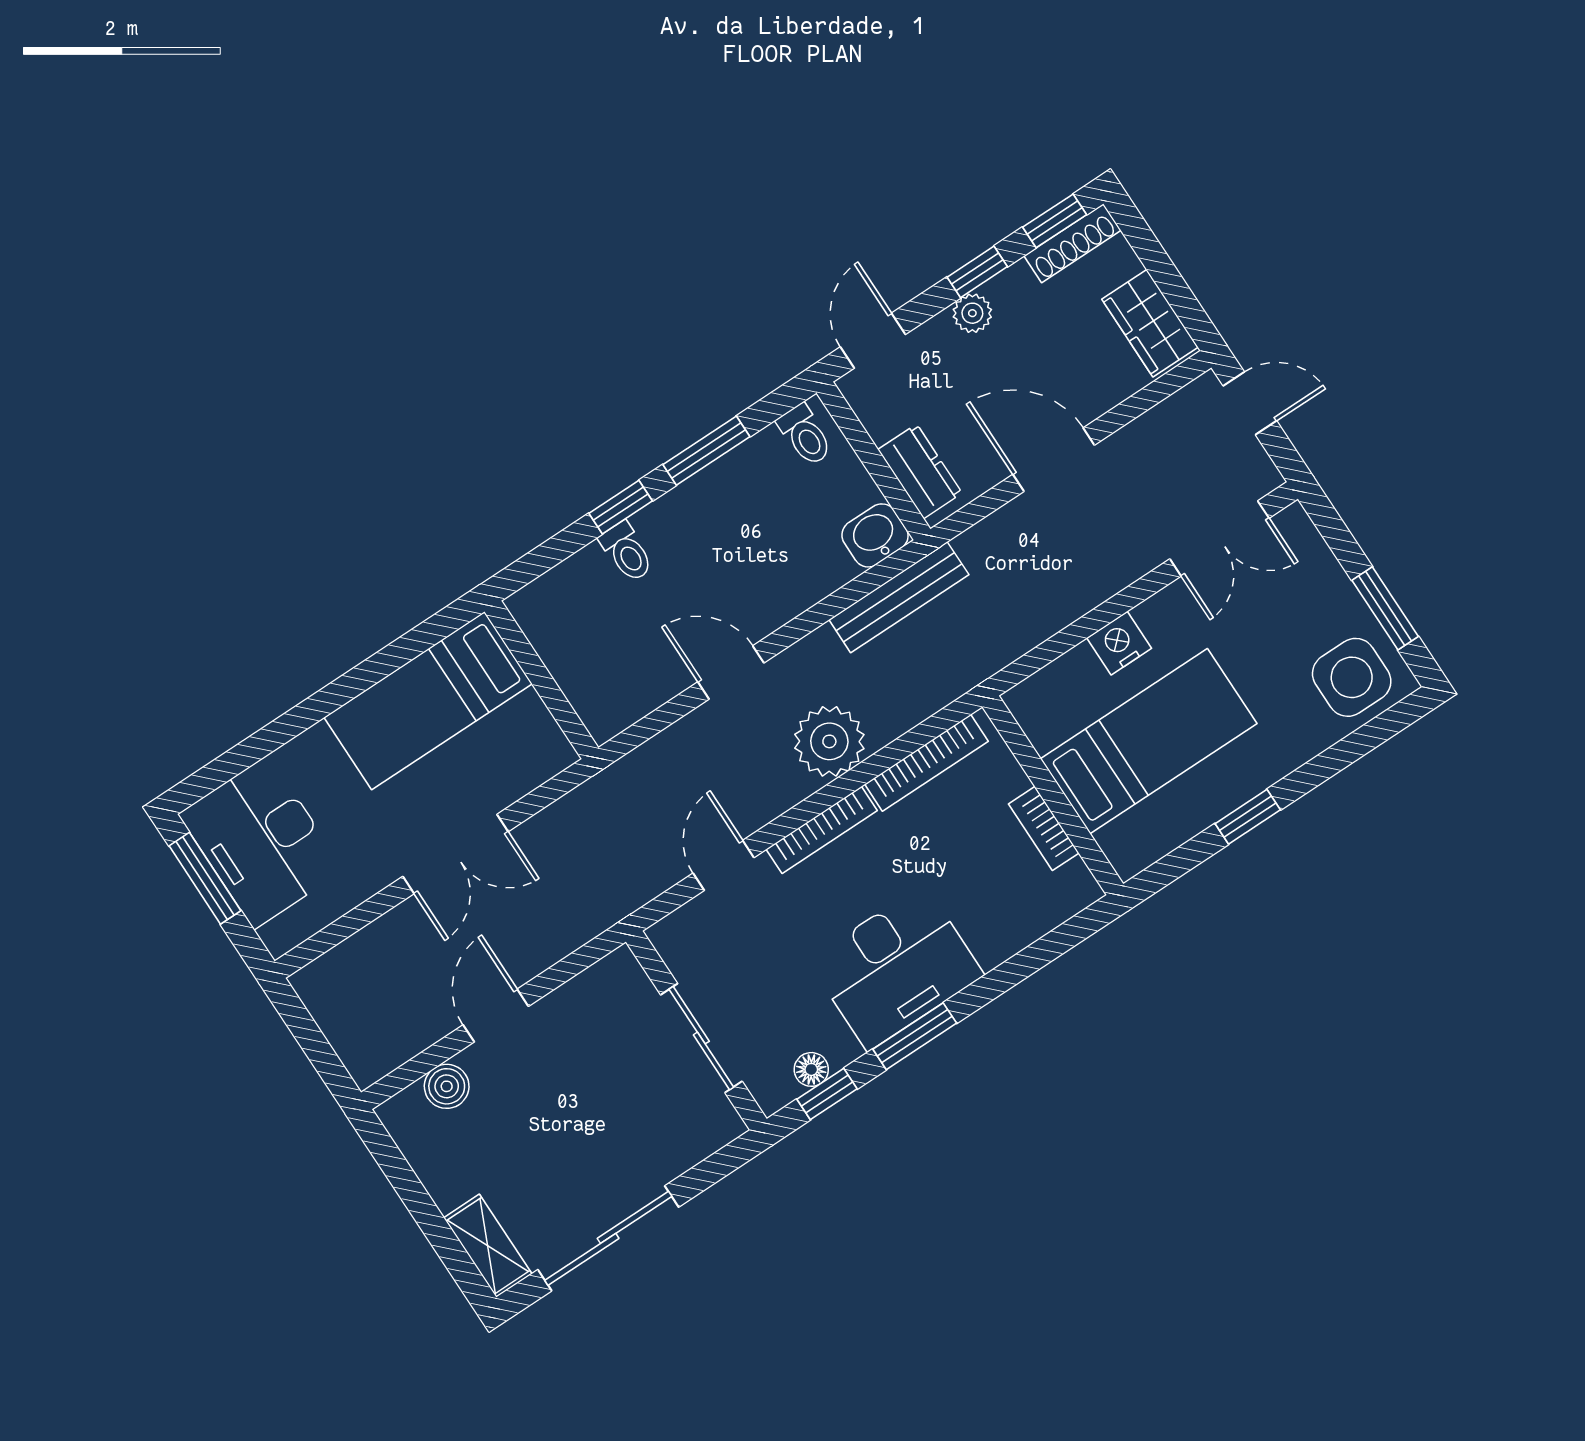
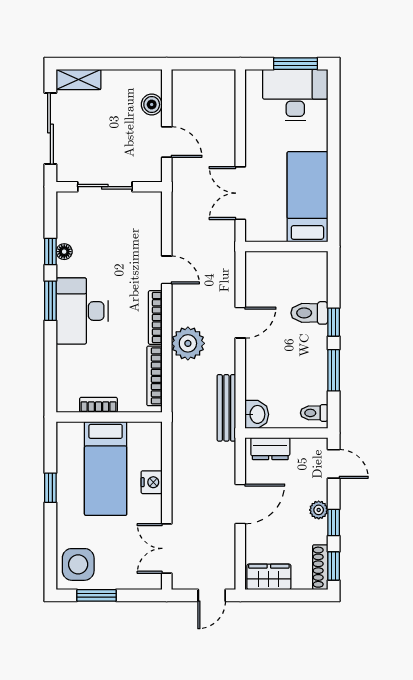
toilet: (627, 552) -> (309, 313), width x1.37, depth x1.39
double door: (455, 854) -> (240, 193), moved
wall: (696, 1030) -> (109, 187), moved
sliding door: (701, 1038) -> (105, 187), moved

